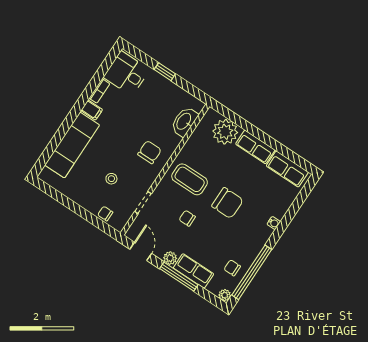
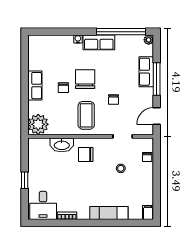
filing cabinet: (92, 110) -> (148, 213), moved
washbasin: (184, 122) -> (62, 145), moved
plant: (225, 132) -> (38, 124), moved
exam couch: (72, 145) -> (109, 213), width x0.73, depth x0.69
row of seats: (287, 169) -> (99, 42), moved, turned 90
plant: (170, 258) -> (148, 93), removed
chair: (232, 268) -> (63, 88), moved

